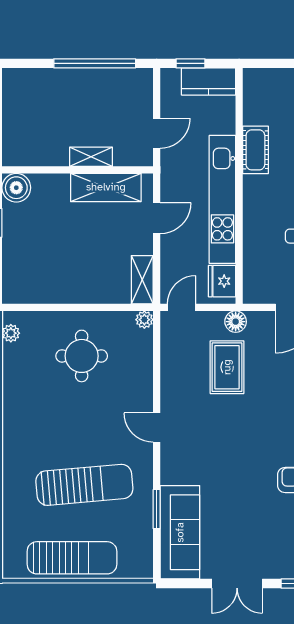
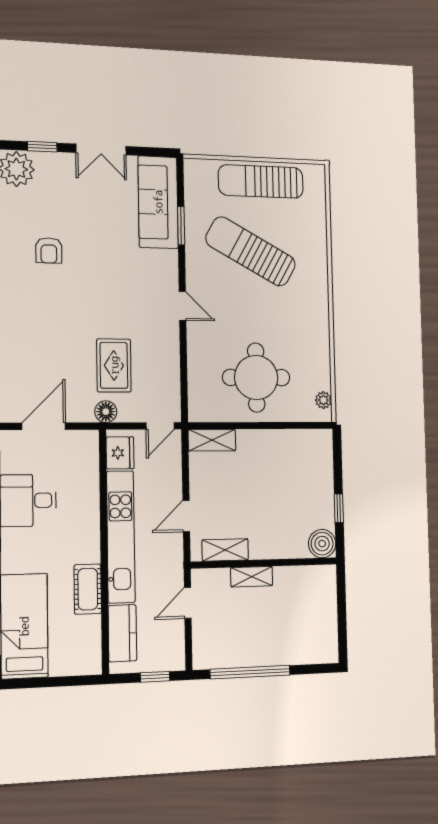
kitchen counter: (209, 82) -> (122, 633), moved, turned 90
shelving: (106, 187) -> (225, 550), width x0.67, depth x0.75
shelving: (142, 280) -> (212, 440), moved, turned 90
plant: (144, 320) -> (196, 414), removed
round table: (82, 356) -> (256, 378), width x1.36, depth x1.36
sun lounger: (84, 485) -> (251, 251), turned 34
double door: (237, 583) -> (101, 149), swing flipped

